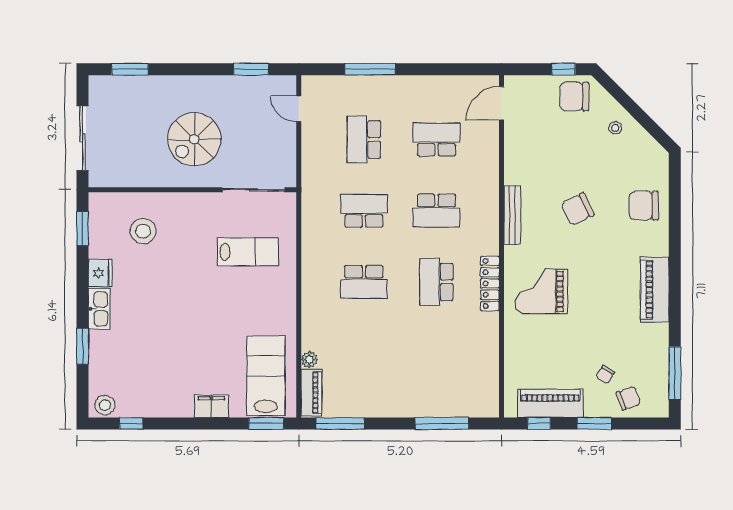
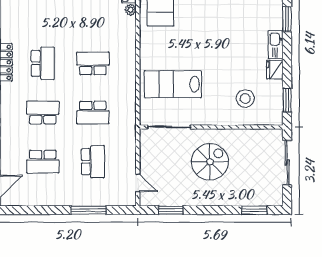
lab bench: (248, 252) -> (173, 84), width x1.36, depth x1.39

